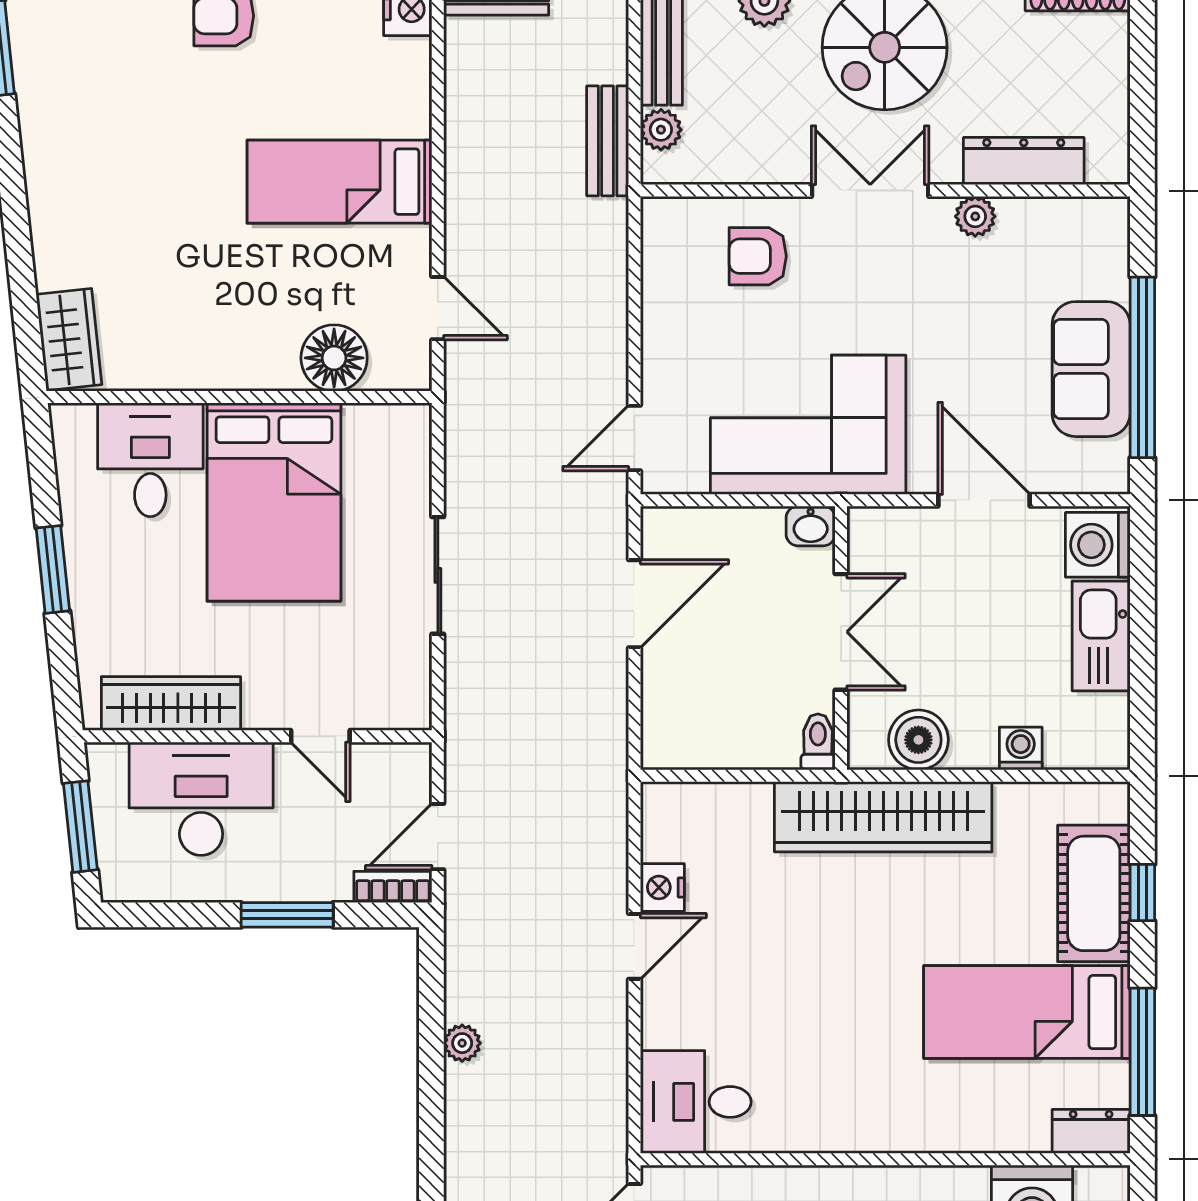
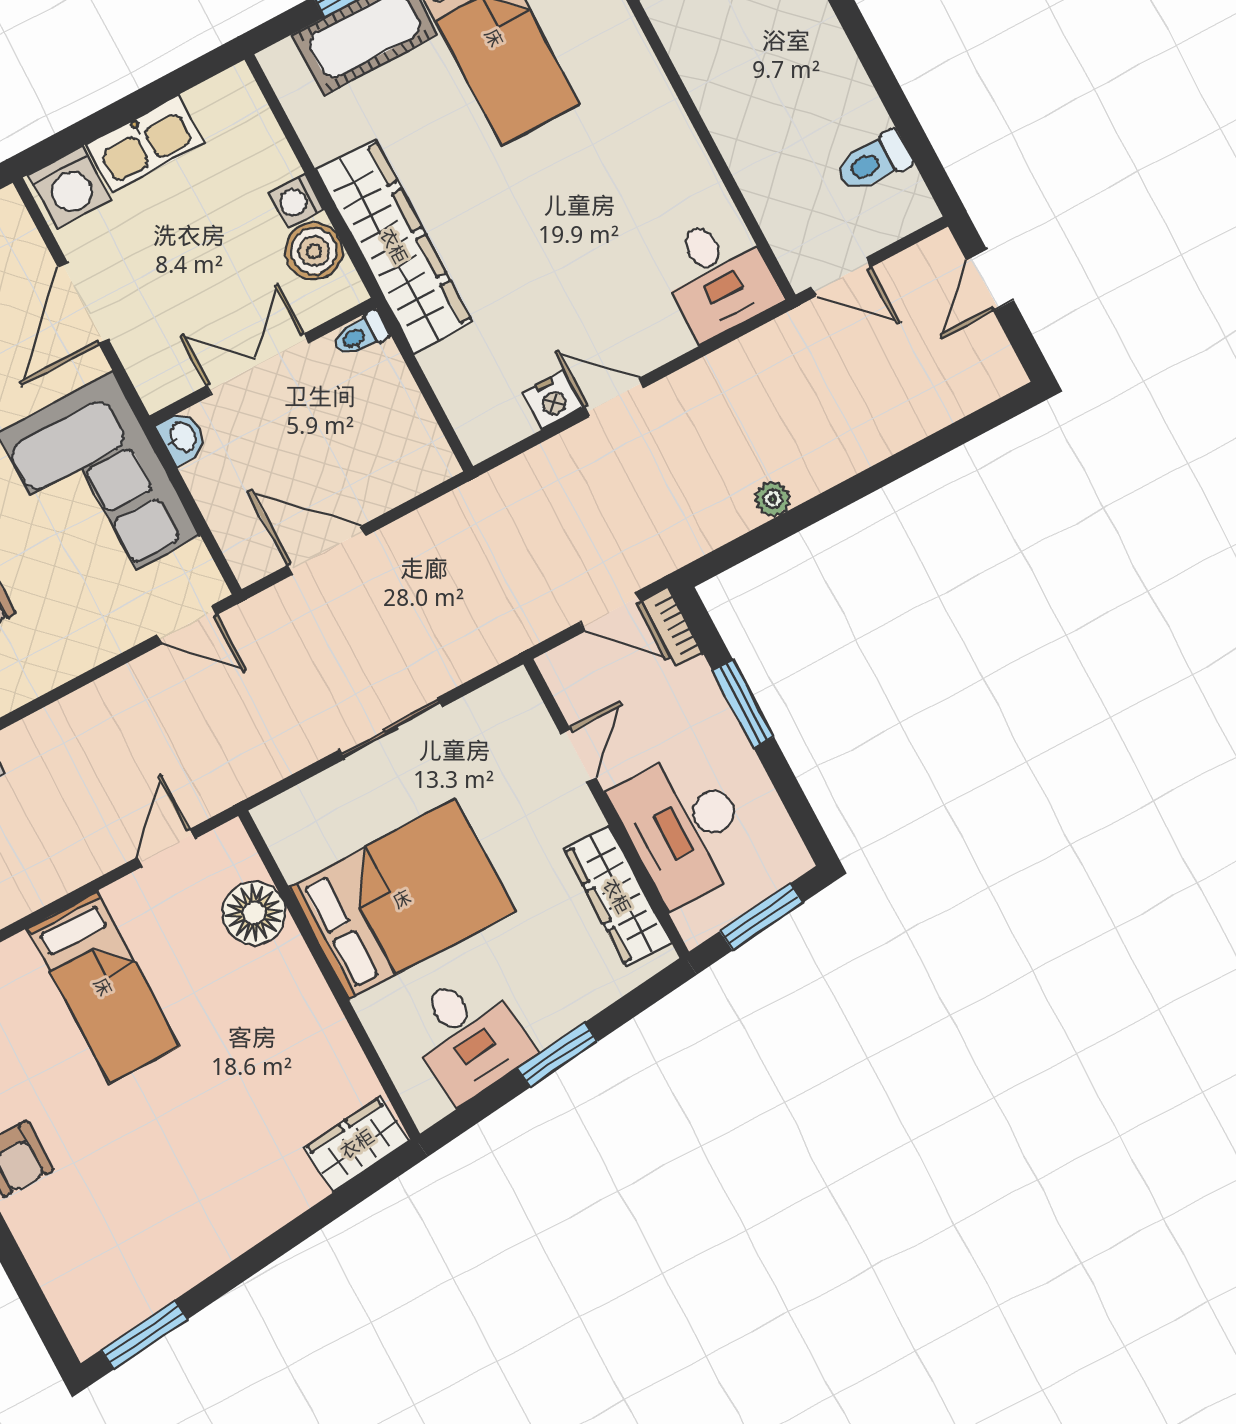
desk: (150, 460) -> (468, 1036), moved, turned -96
washing machine: (1021, 748) -> (296, 201), moved

